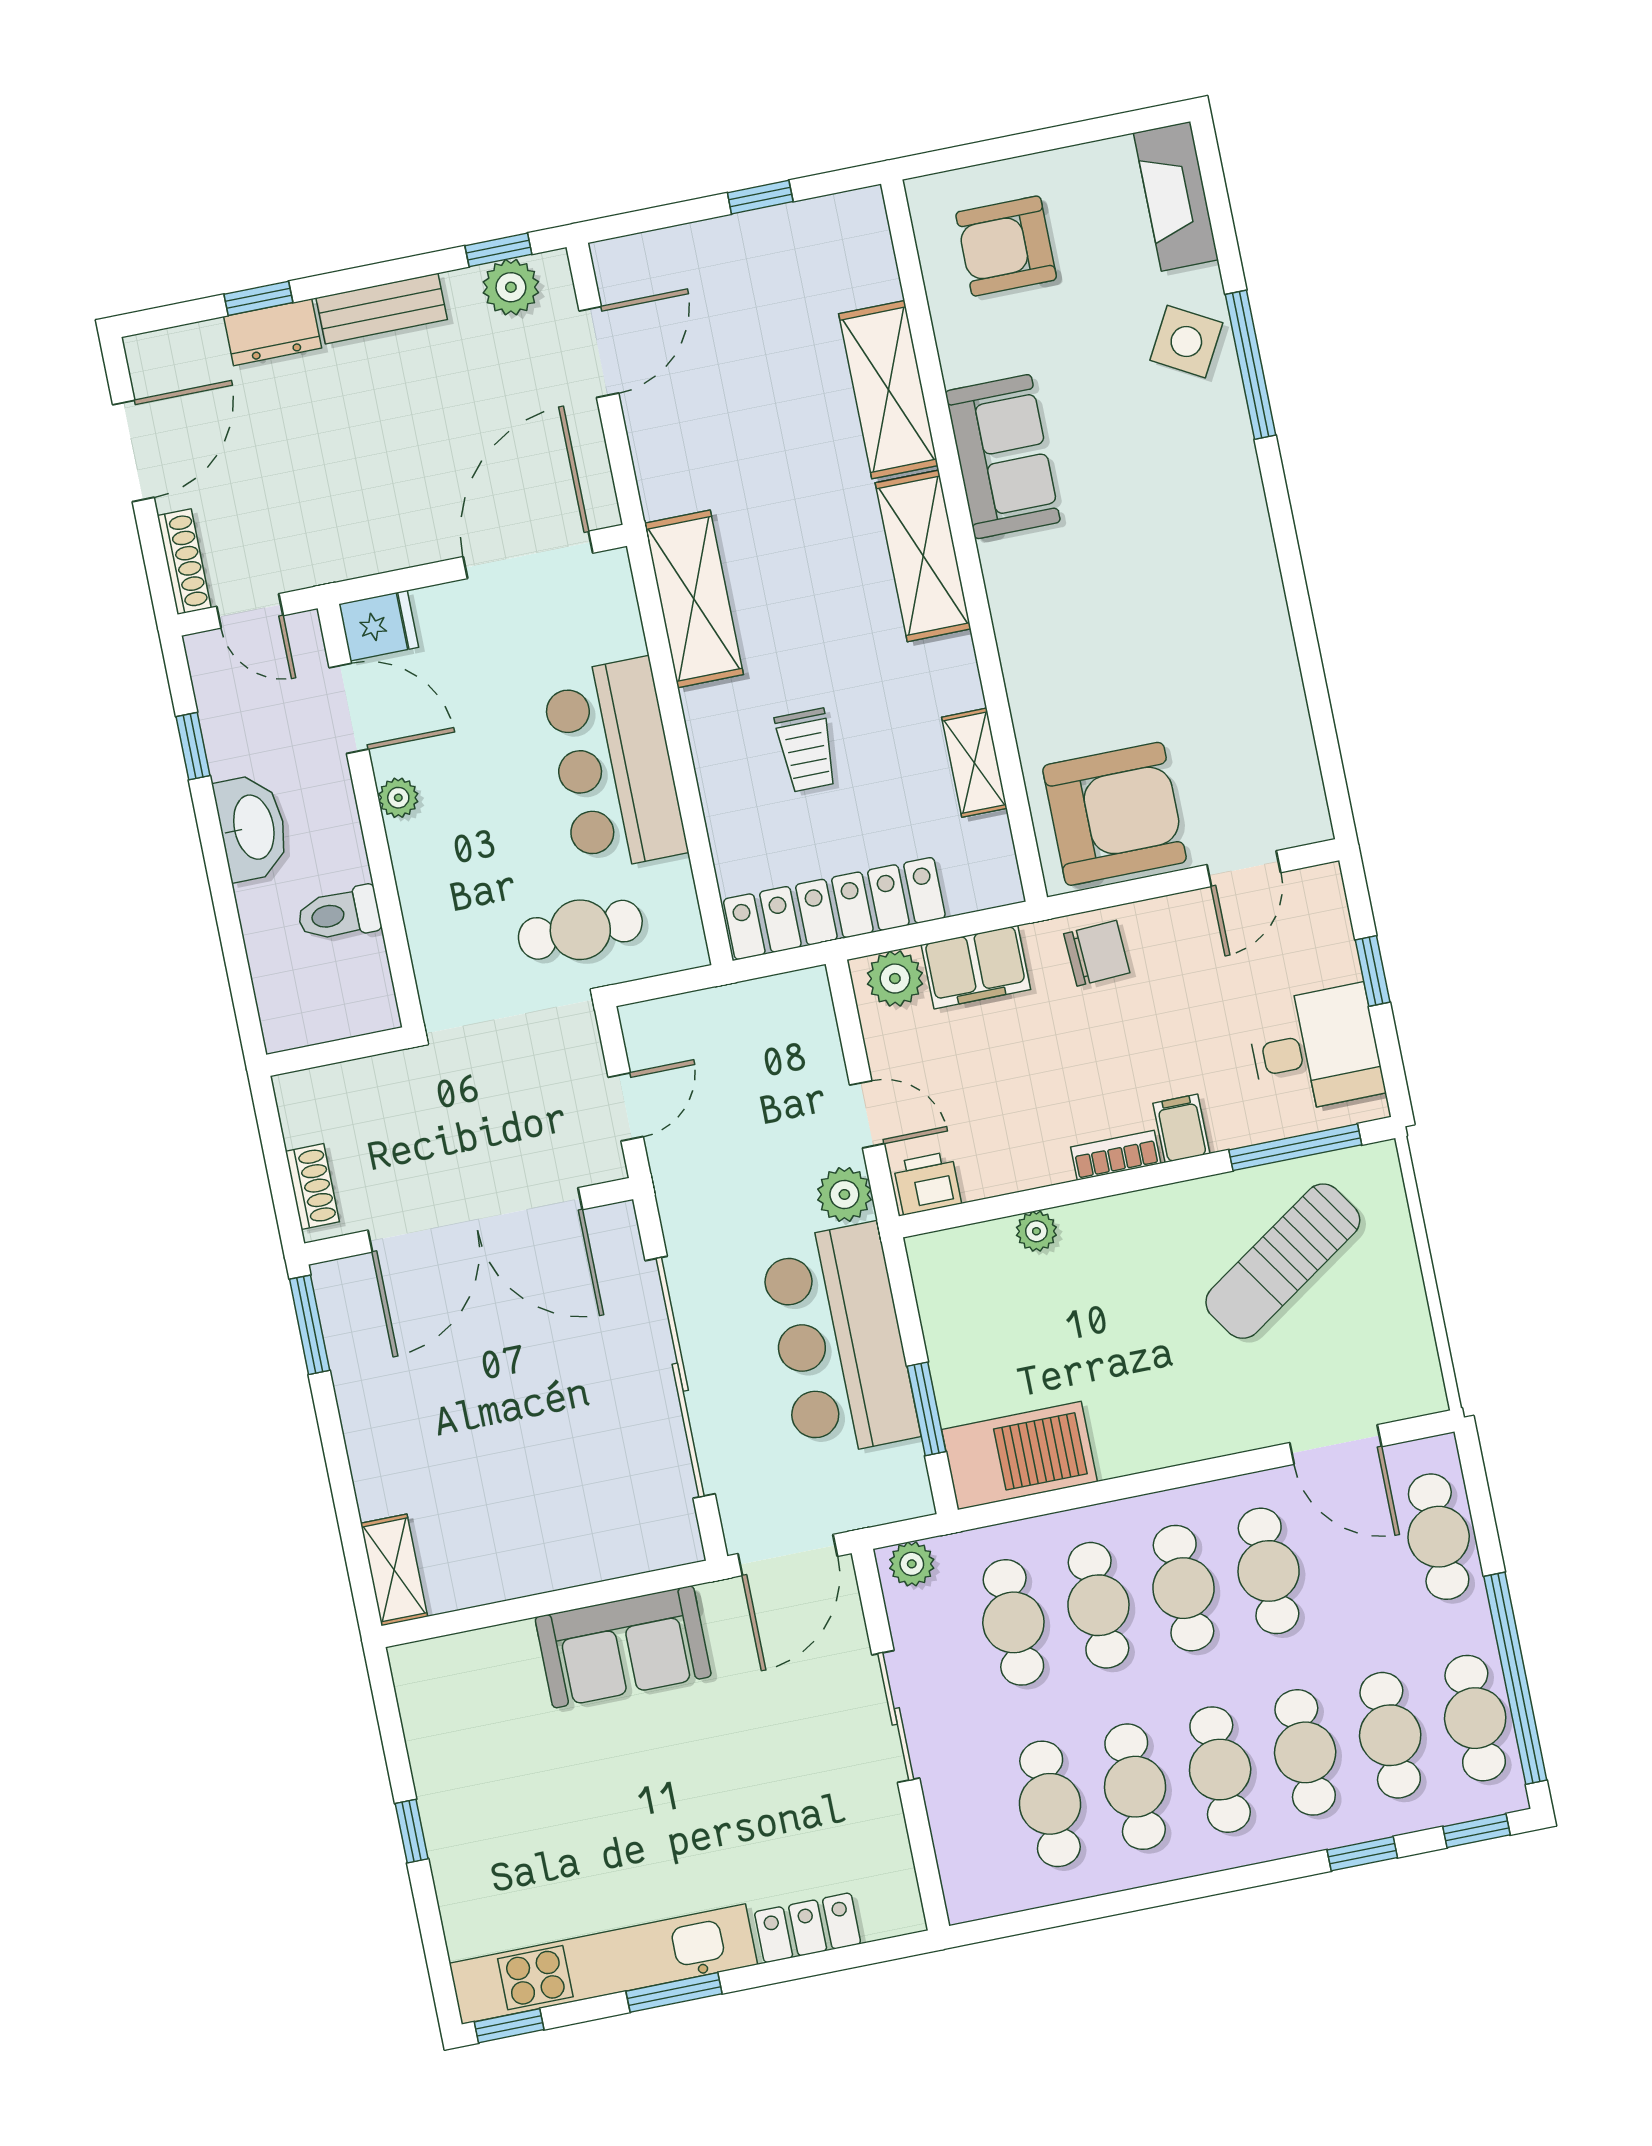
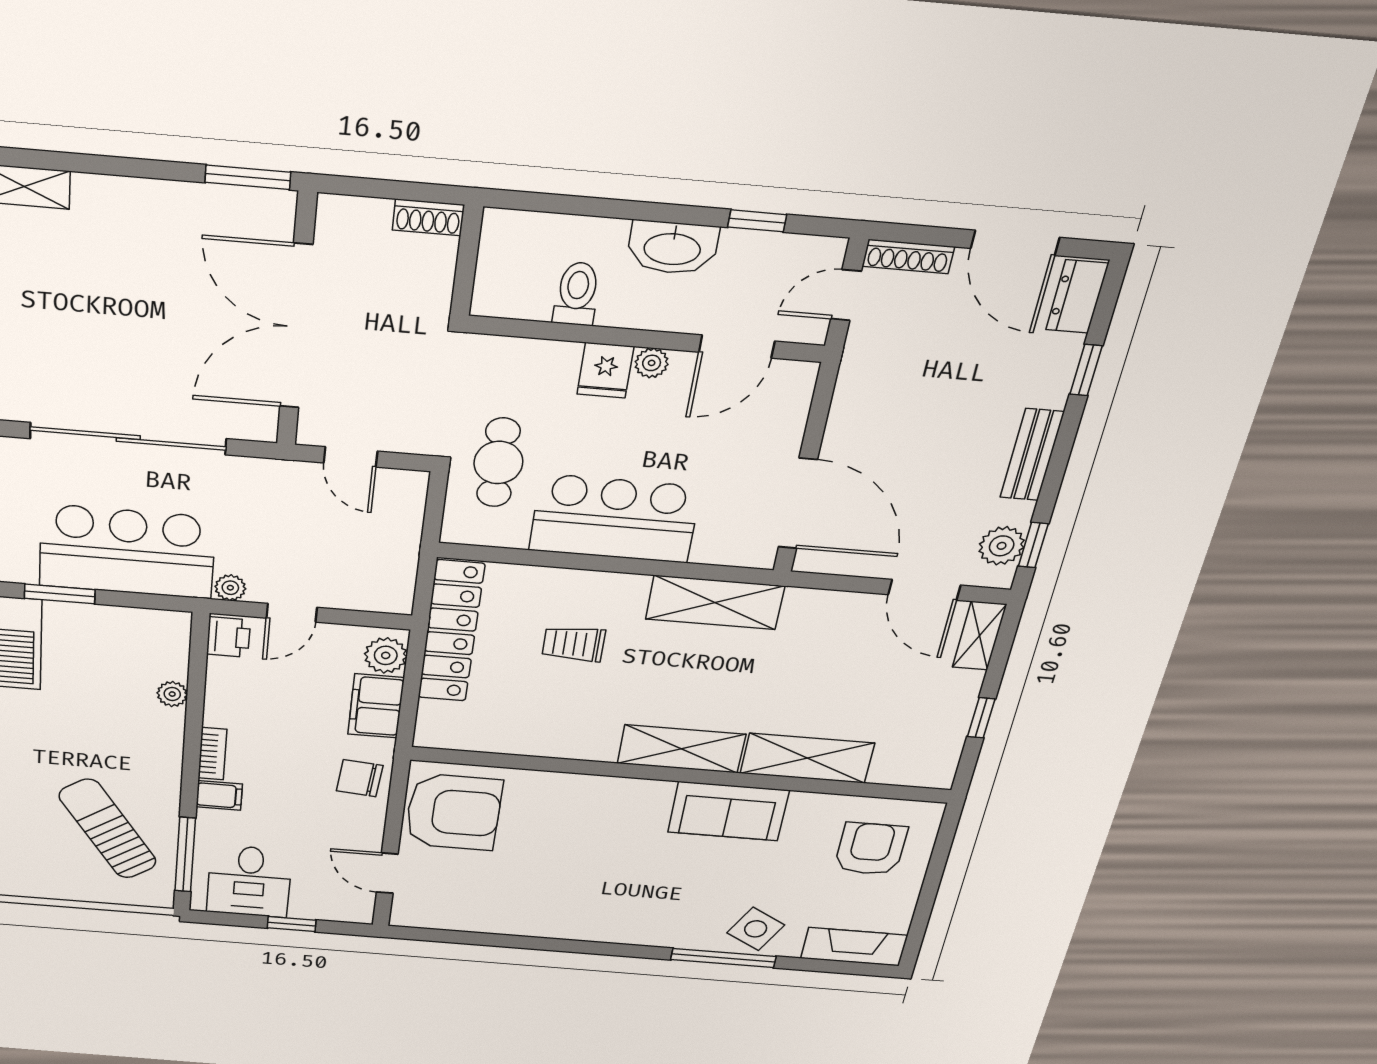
dresser: (273, 332) -> (1077, 297), moved
fridge: (379, 626) -> (605, 370), moved
shelving: (974, 763) -> (979, 636), moved, turned 90
armchair: (1115, 814) -> (453, 812), turned -90
chair: (1097, 953) -> (360, 778), turned 98
shoe rack: (312, 1187) -> (428, 217), moved
plant: (844, 1194) -> (230, 588), width x0.73, depth x0.73

